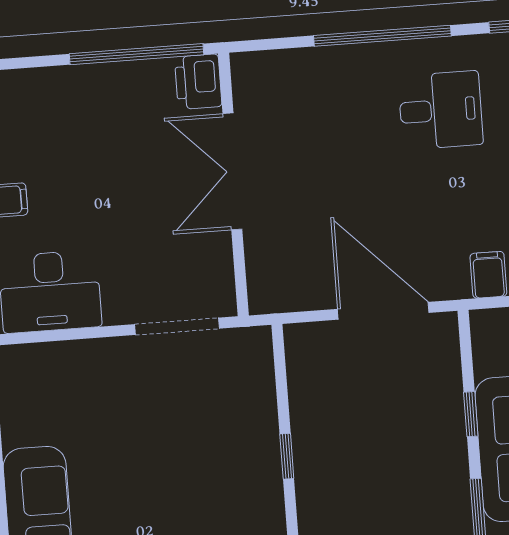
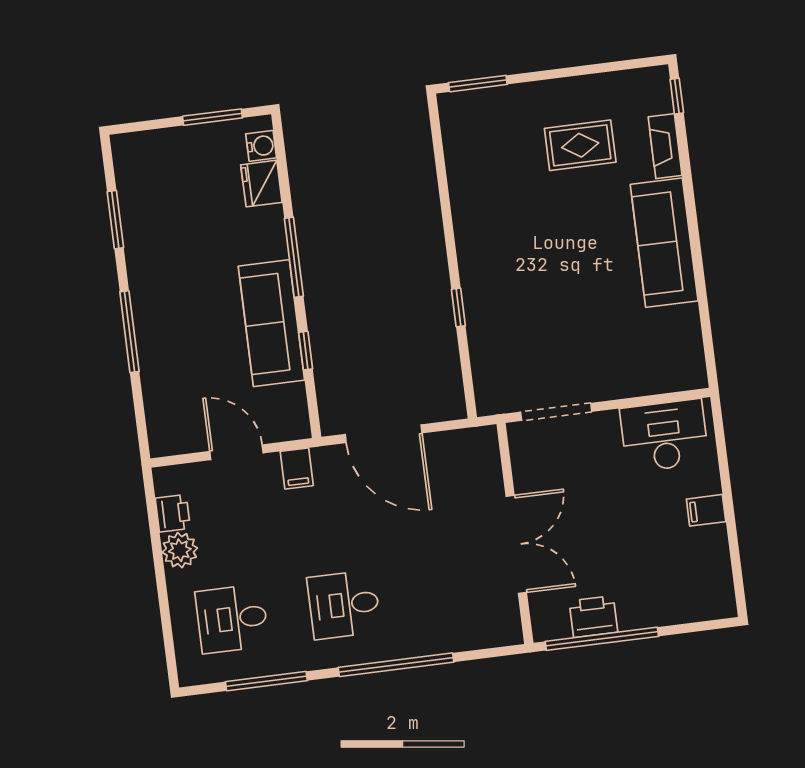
printer: (198, 82) -> (593, 617), moved, turned -90

